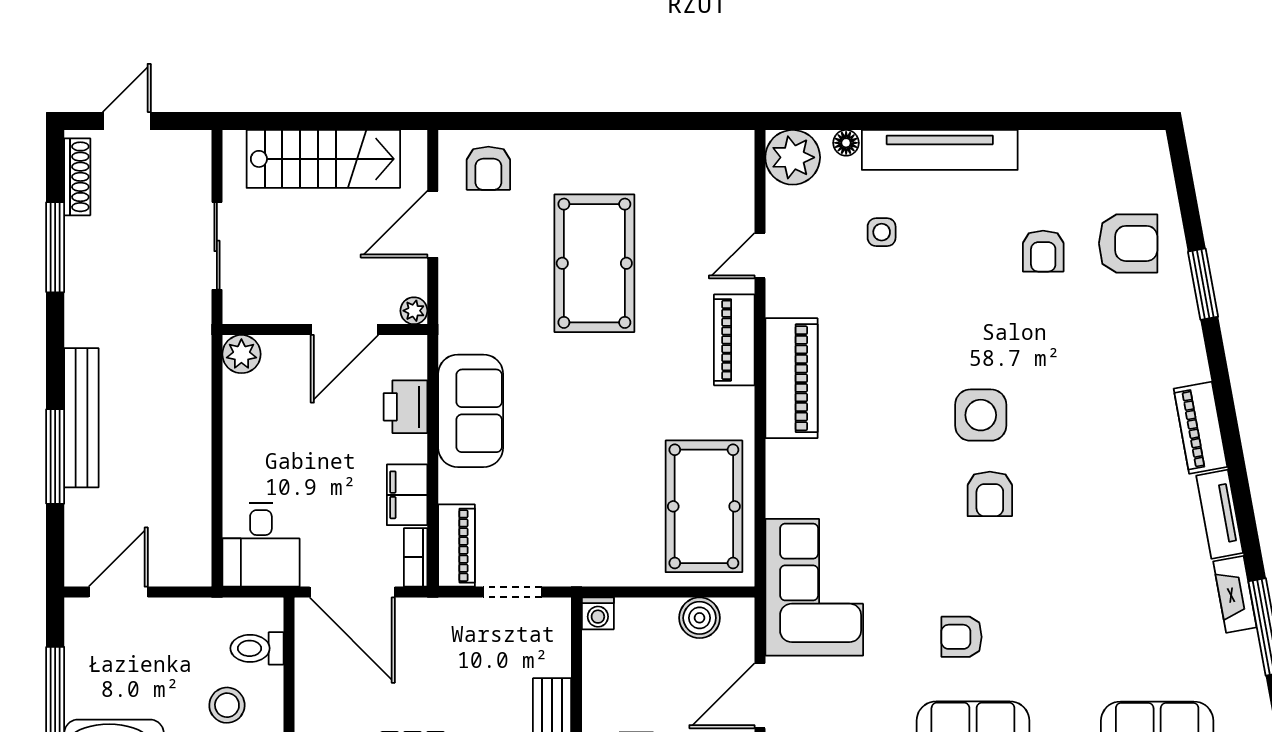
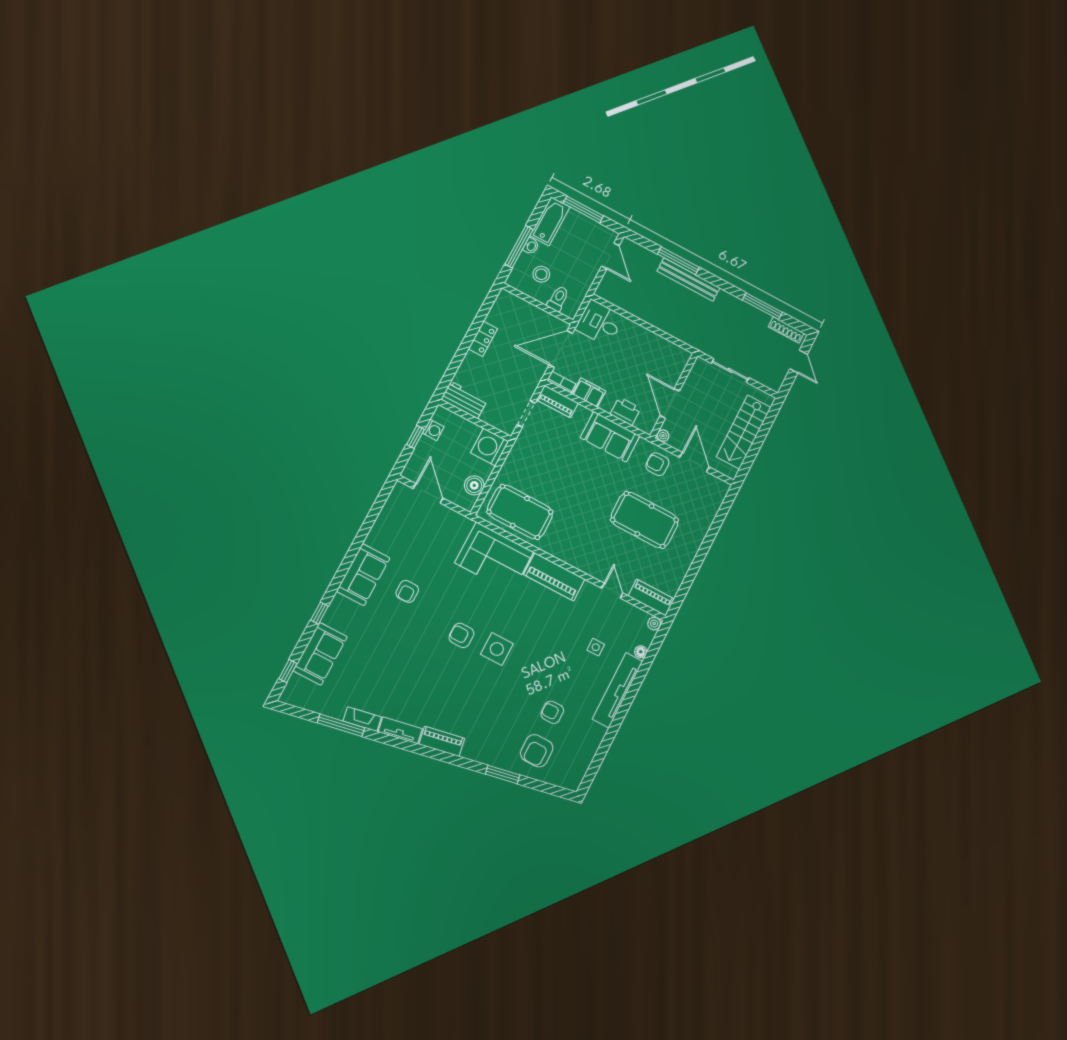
plant: (793, 157) -> (654, 623), width x0.53, depth x0.53
armchair: (488, 168) -> (657, 464), moved
piano: (734, 340) -> (651, 597), moved
plant: (241, 354) -> (681, 357), removed
corner sofa: (814, 587) -> (494, 557), moved
washing machine: (598, 613) -> (490, 447), width x1.89, depth x1.89
armchair: (962, 637) -> (407, 591), turned 180

